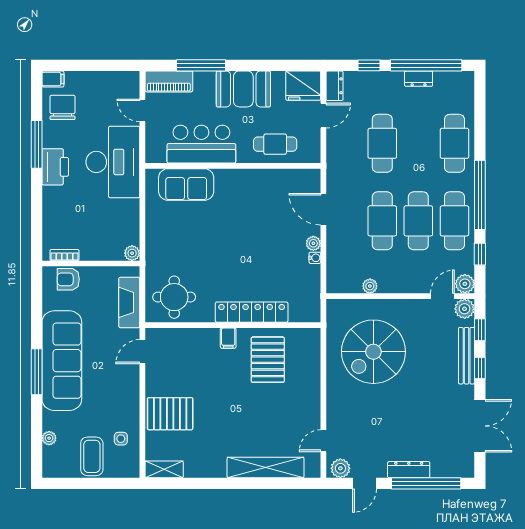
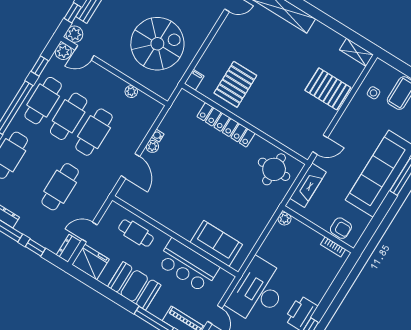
filing cabinet: (228, 338) -> (194, 80), moved

